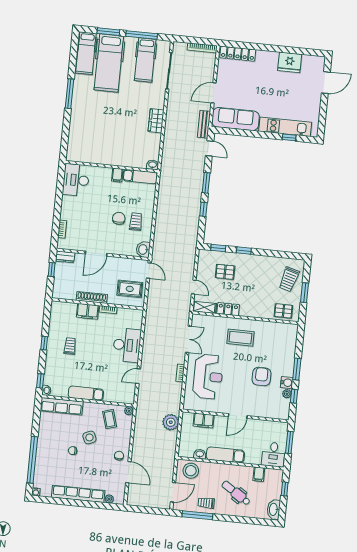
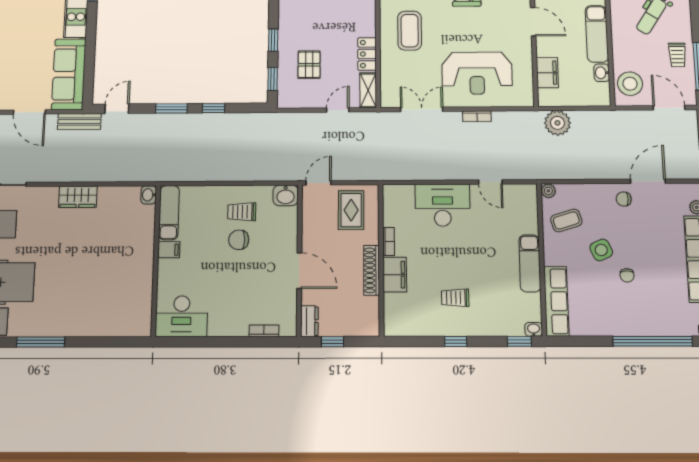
reception desk: (208, 377) -> (477, 73), turned 180

